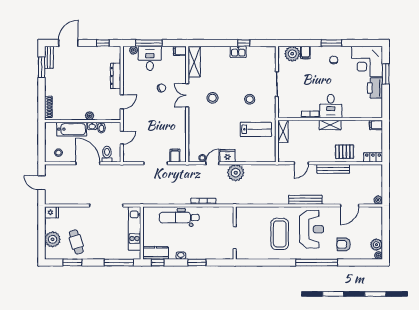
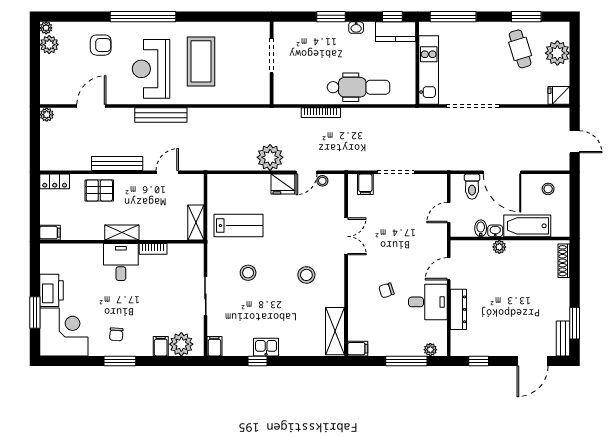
filing cabinet: (271, 52) -> (214, 346), added
desk: (150, 58) -> (428, 302), moved, turned -90
double door: (187, 95) -> (346, 236), moved
lab bench: (256, 129) -> (238, 226), turned 180

